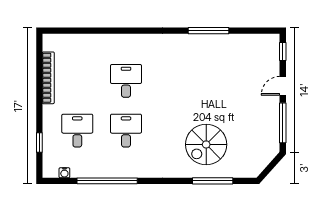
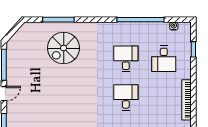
desk: (126, 81) -> (126, 97), turned 180
desk: (126, 131) -> (126, 59), turned 180
spiral stairs: (206, 144) -> (64, 48), turned 180

